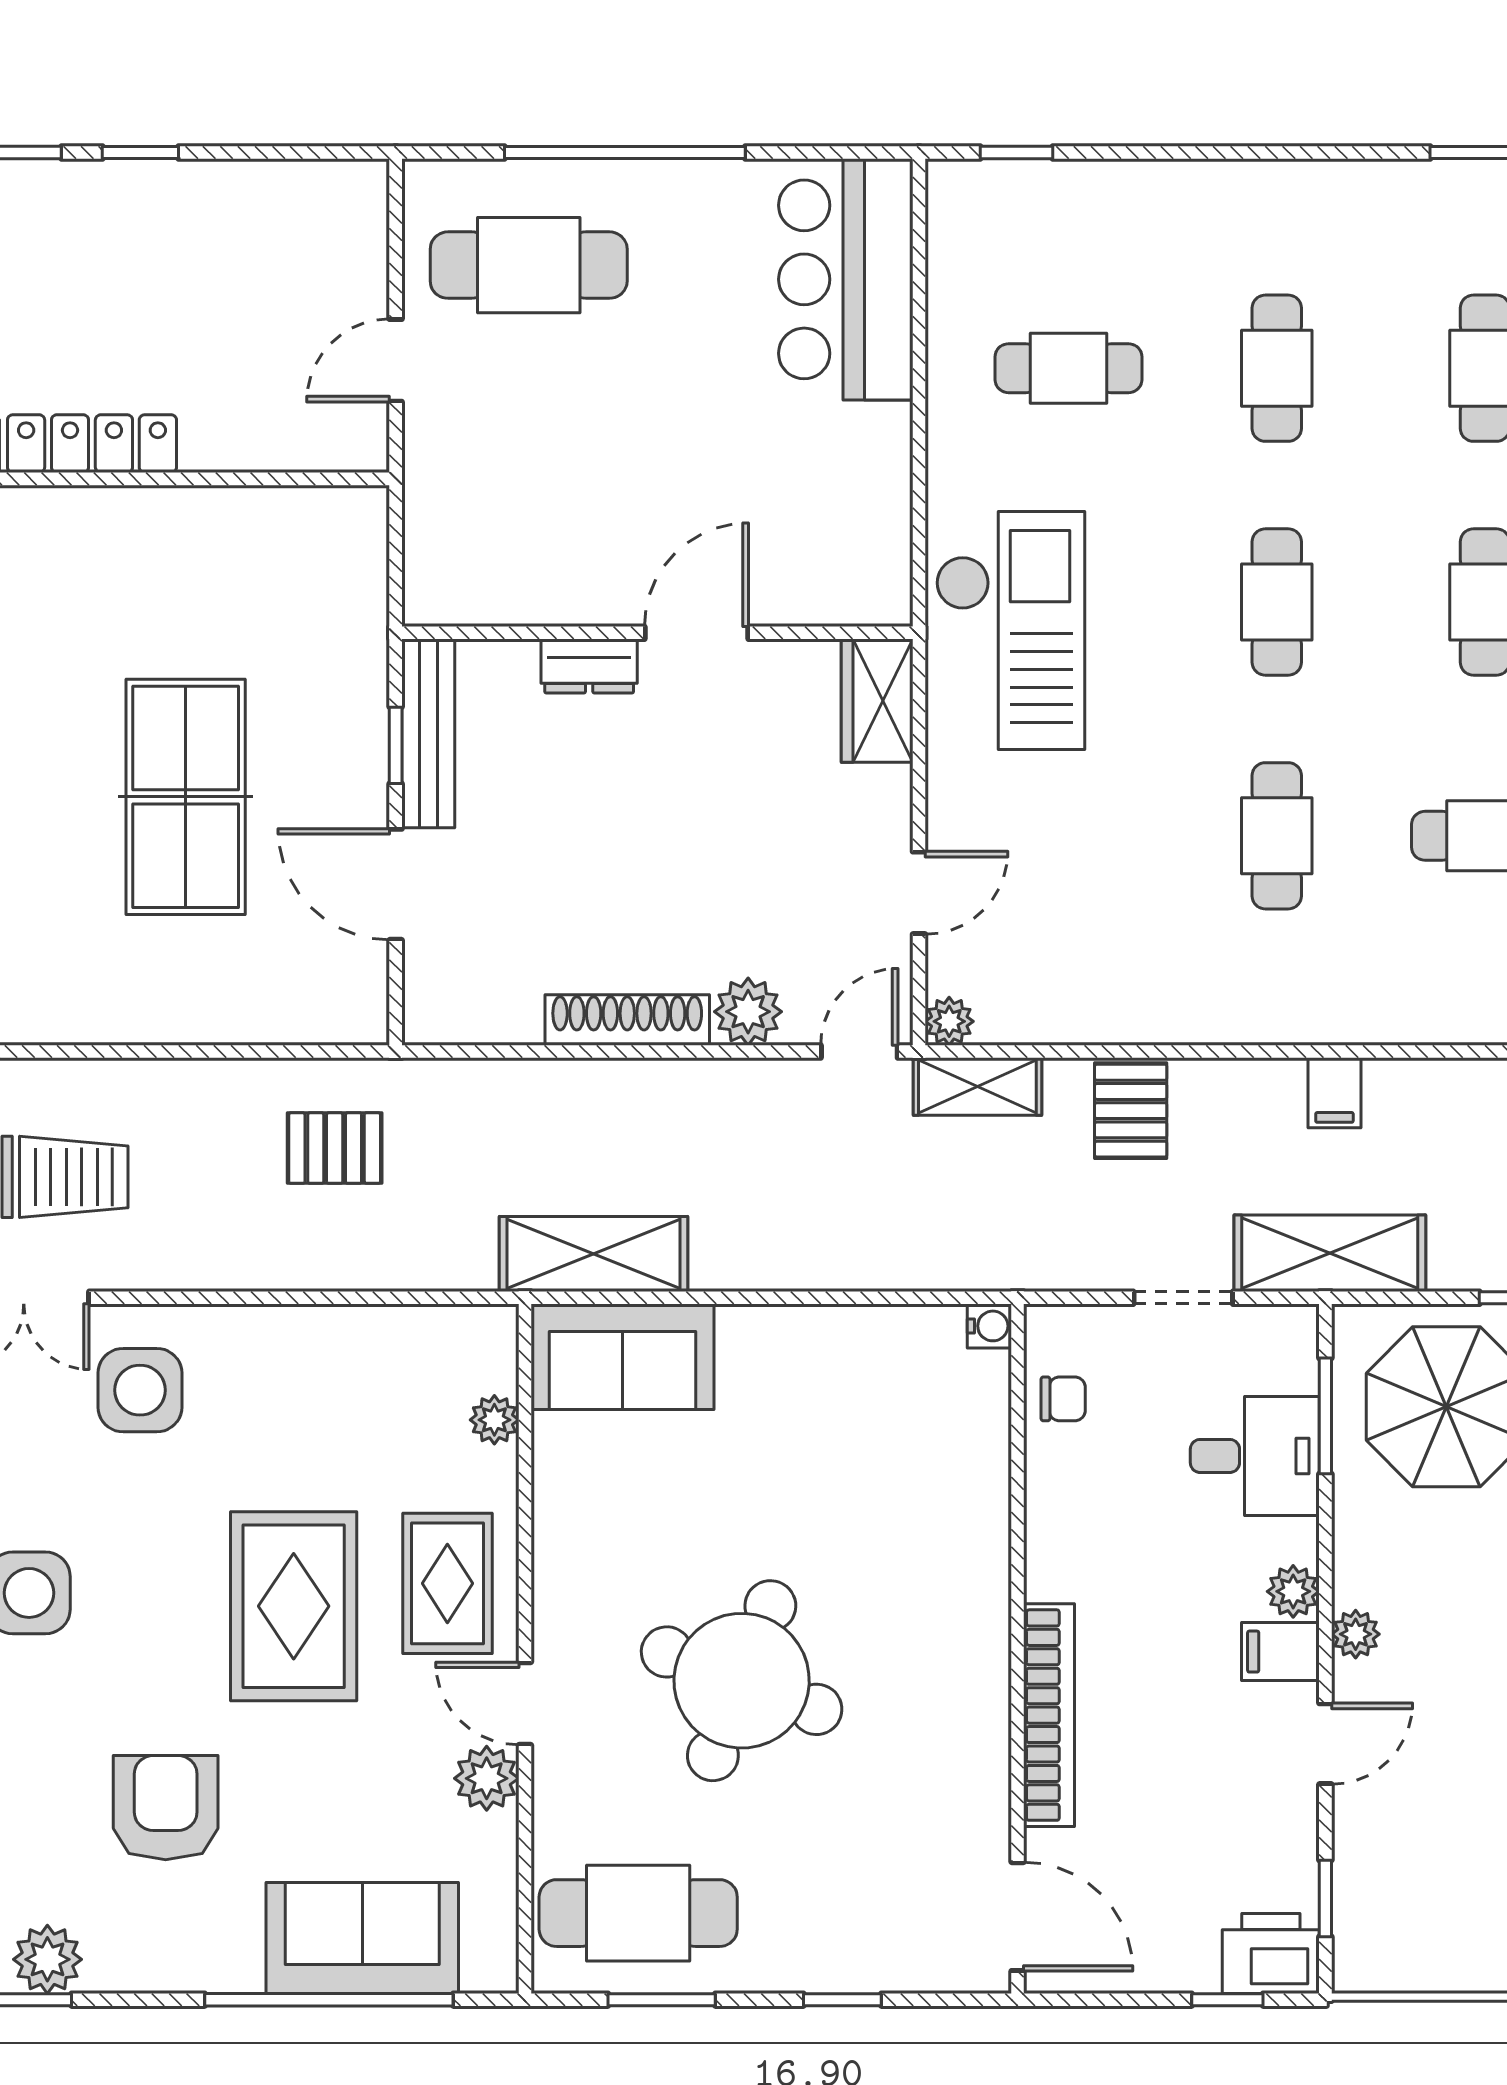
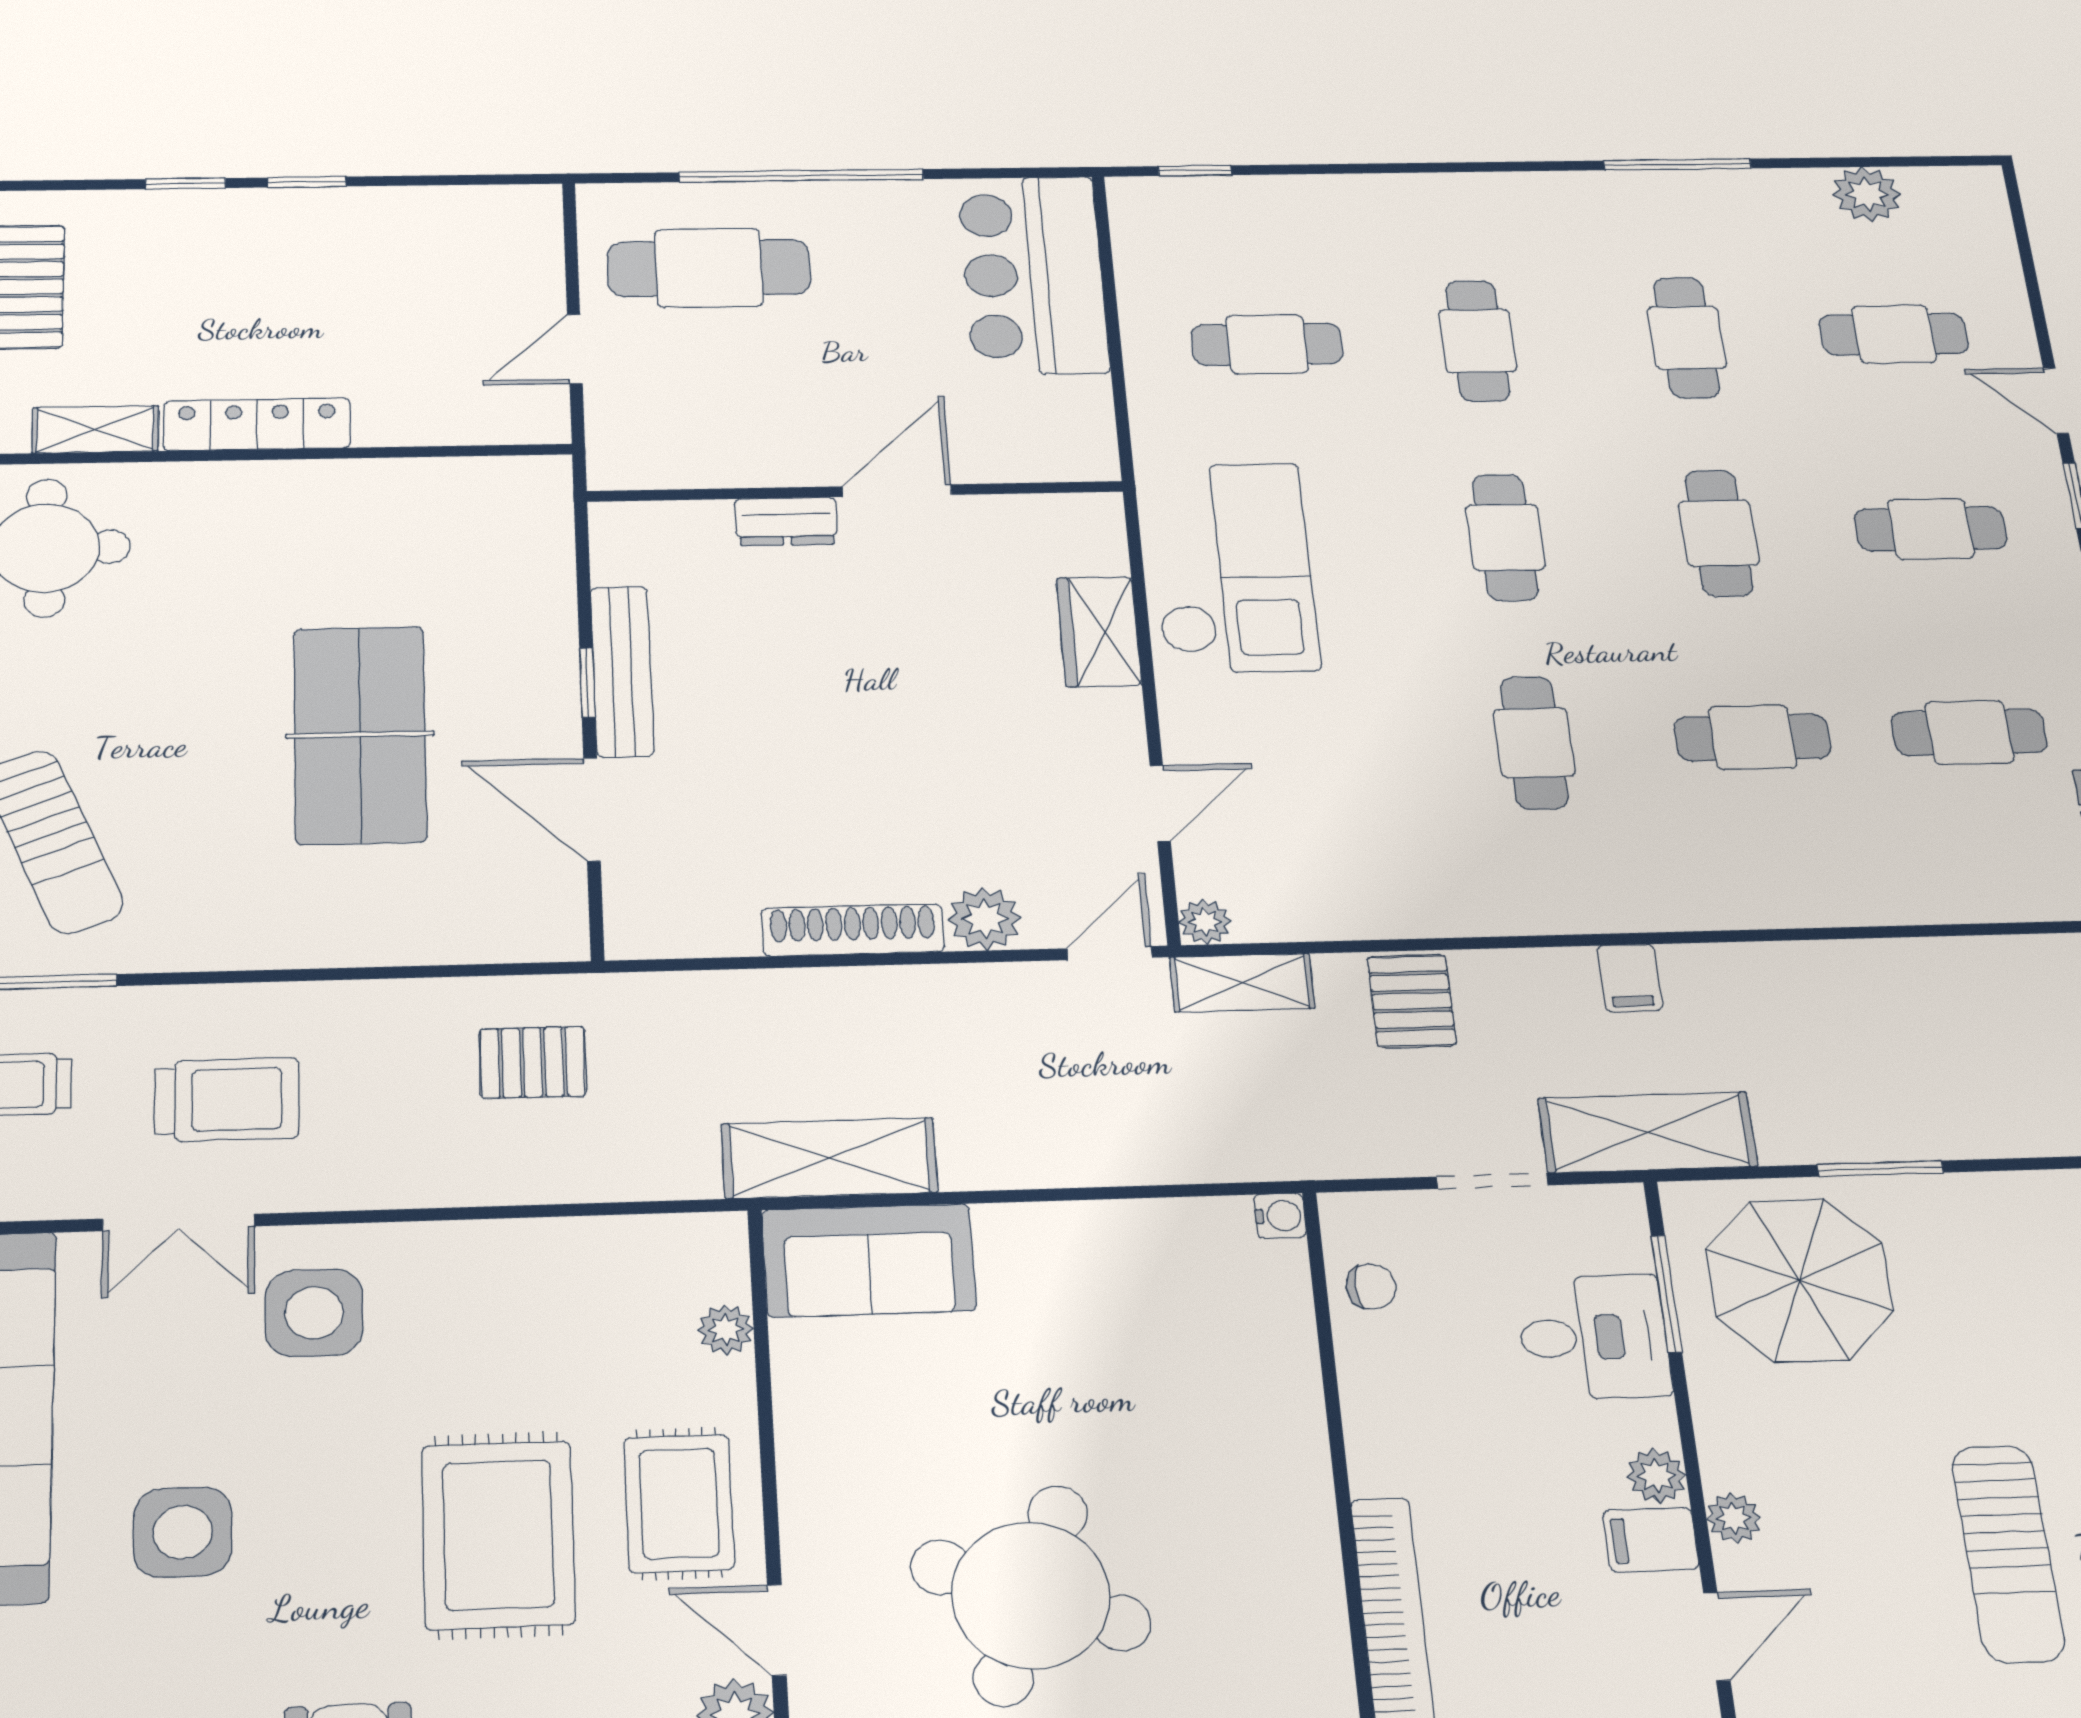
wall: (657, 633) -> (856, 491), moved
door: (697, 633) -> (897, 491), moved
dresser: (589, 666) -> (786, 521), moved

